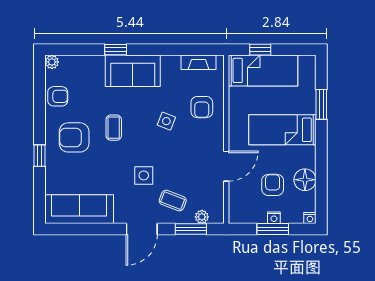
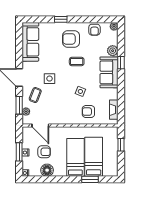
plant: (95, 64) -> (113, 51), added
bed: (263, 70) -> (94, 157), moved, turned 180
armchair: (74, 137) -> (71, 39), turned -90
door: (226, 166) -> (40, 125), moved

